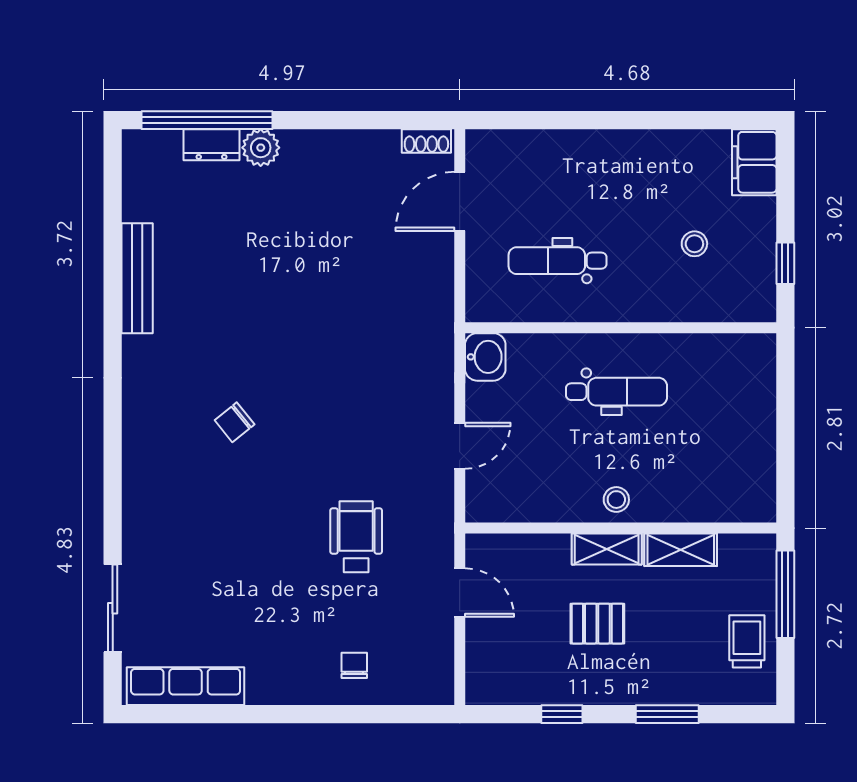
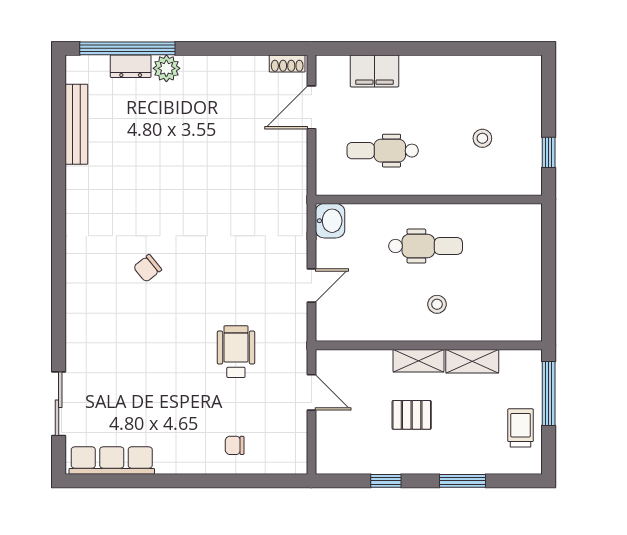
filing cabinet: (754, 162) -> (375, 71), moved, turned -90
bench: (137, 278) -> (76, 124), moved
stool: (616, 500) -> (437, 304), moved
chair: (354, 665) -> (235, 445), turned -90

